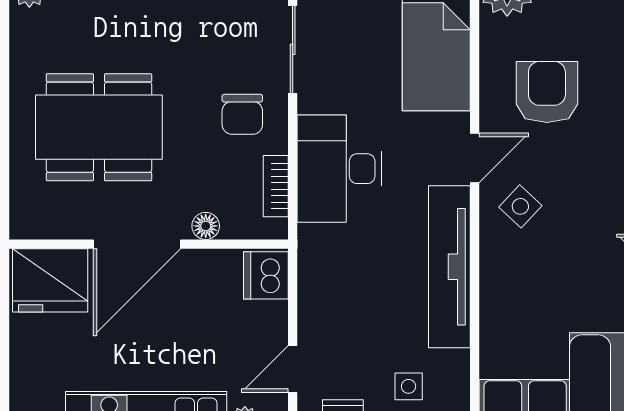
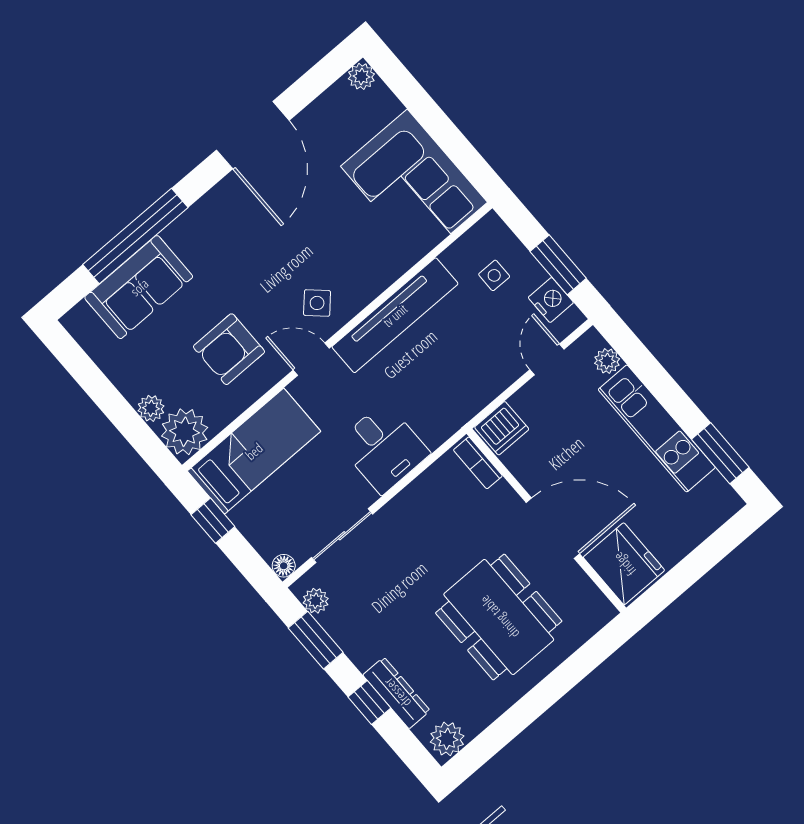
chair: (242, 114) -> (411, 532), removed
desk: (339, 169) -> (383, 448), width x0.73
bookcase: (276, 186) -> (478, 463), moved, turned 90
floor lamp: (206, 226) -> (503, 494), removed
door: (293, 369) -> (547, 359), swing flipped

